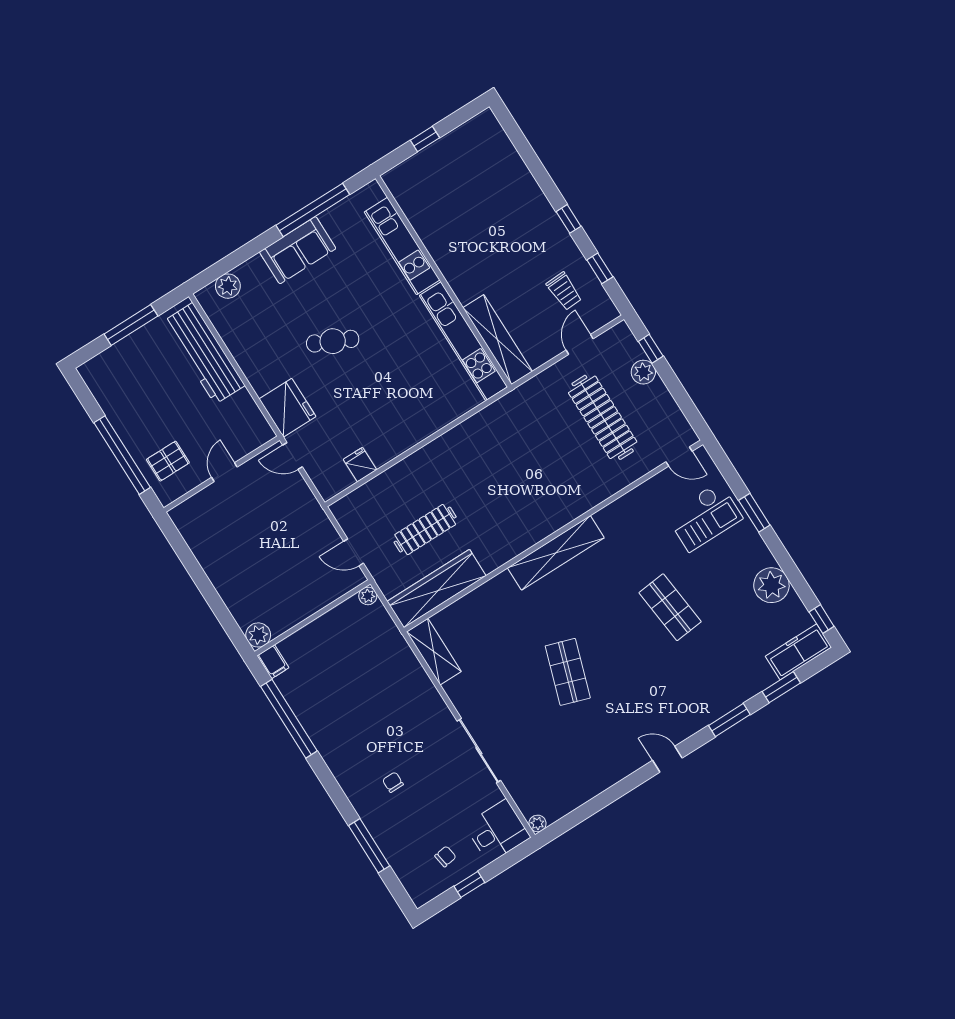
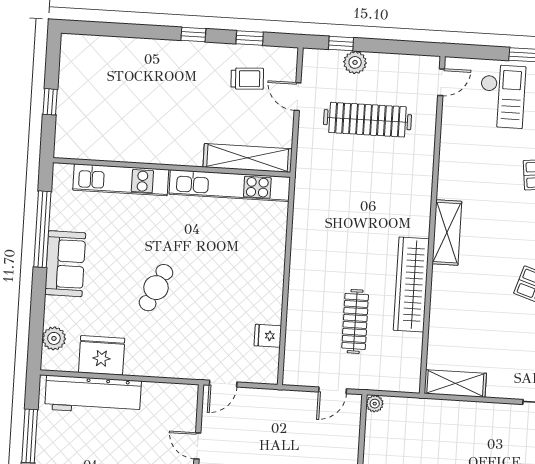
fridge: (288, 408) -> (102, 355), moved
shelving: (556, 553) -> (447, 233), width x0.68
wardrobe: (437, 589) -> (411, 285), moved

